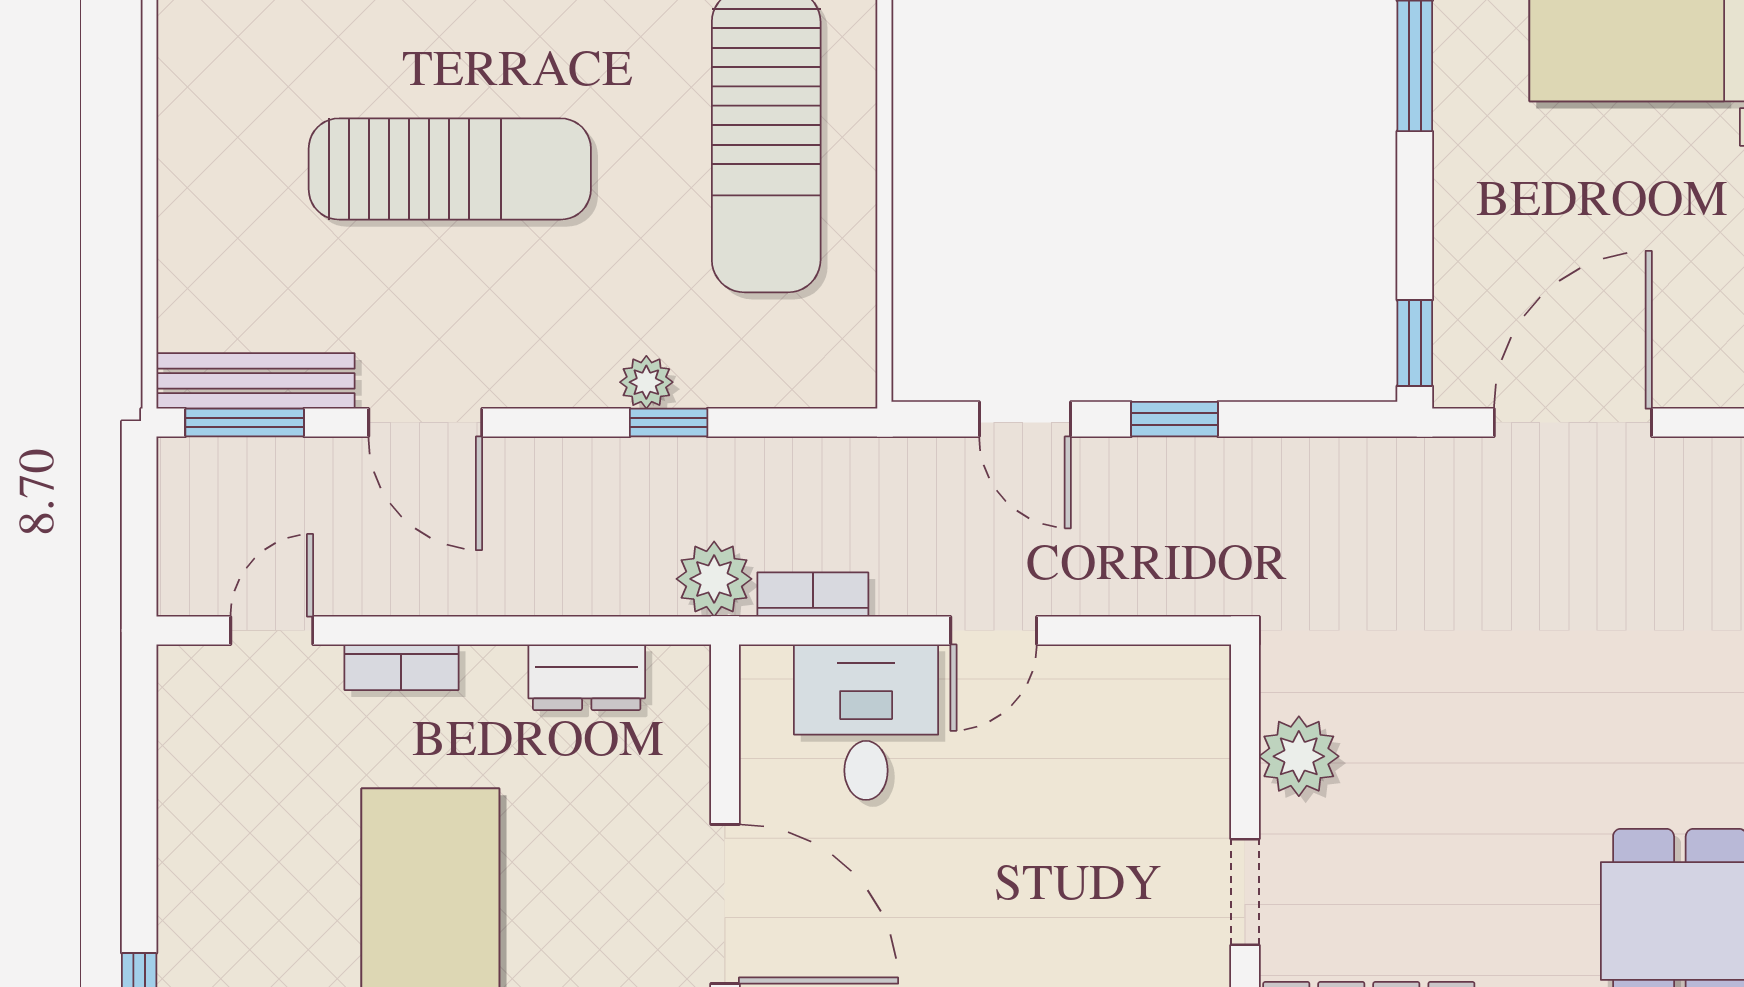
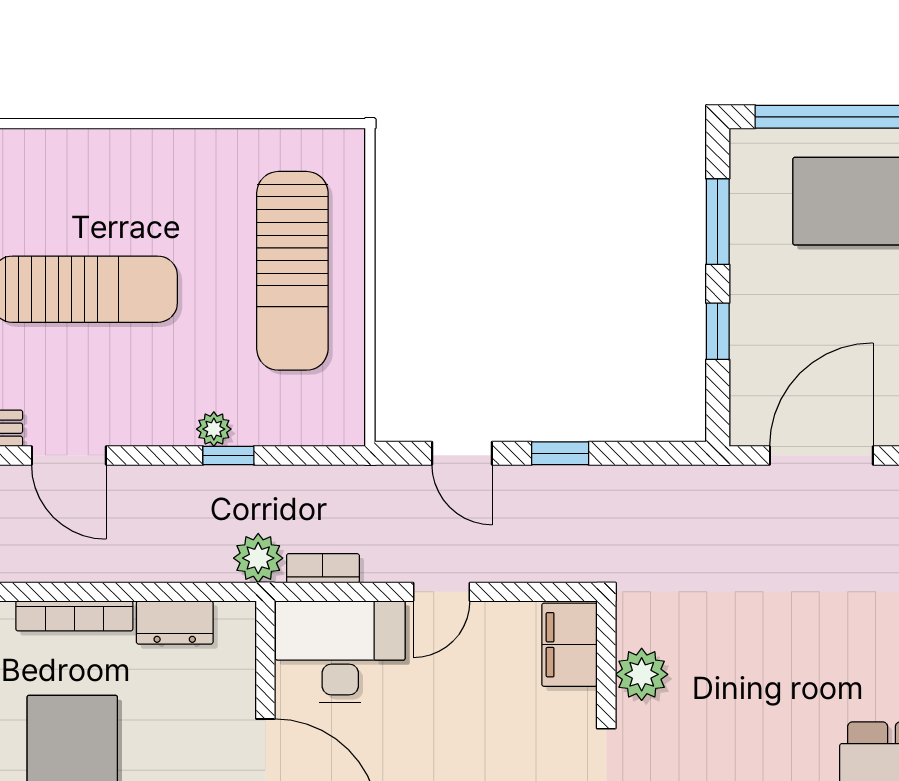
window: (1415, 343) -> (718, 331), moved
bookcase: (401, 667) -> (74, 616), width x1.56
filing cabinet: (1189, 711) -> (570, 645), added
desk: (866, 722) -> (340, 652), width x1.37

